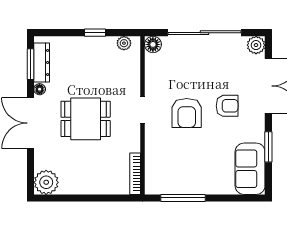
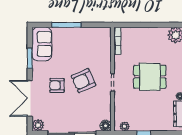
armchair: (187, 113) -> (83, 81), turned -114
window: (183, 198) -> (66, 25), moved

